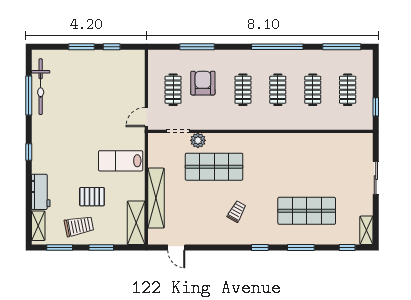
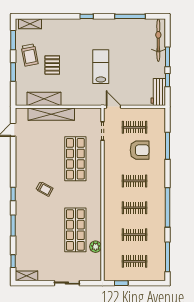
bicycle: (41, 87) -> (158, 40), moved, turned 90
plant: (198, 140) -> (96, 247), moved
lab bench: (121, 161) -> (101, 67), moved
workbench: (41, 192) -> (158, 92), moved, turned 90
shop shelf: (307, 211) -> (75, 230), moved
trolley: (237, 212) -> (44, 189), moved
shelving: (136, 223) -> (44, 99), moved

